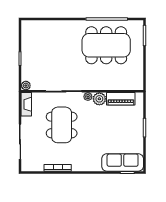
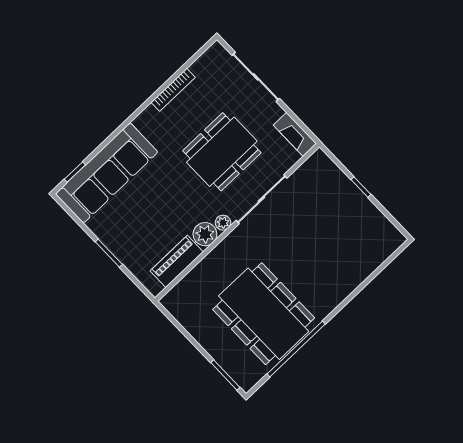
dining table: (106, 45) -> (264, 314), turned 90
plant: (26, 86) -> (319, 159), removed
dining table: (62, 125) -> (222, 152), turned 90
sofa: (123, 162) -> (107, 173), width x1.36, depth x1.27

